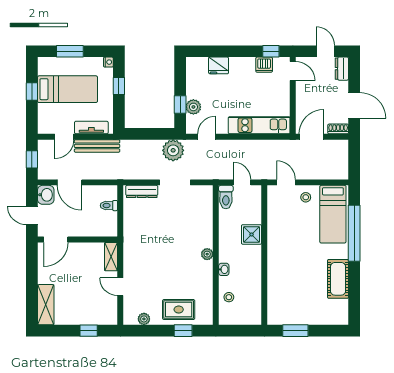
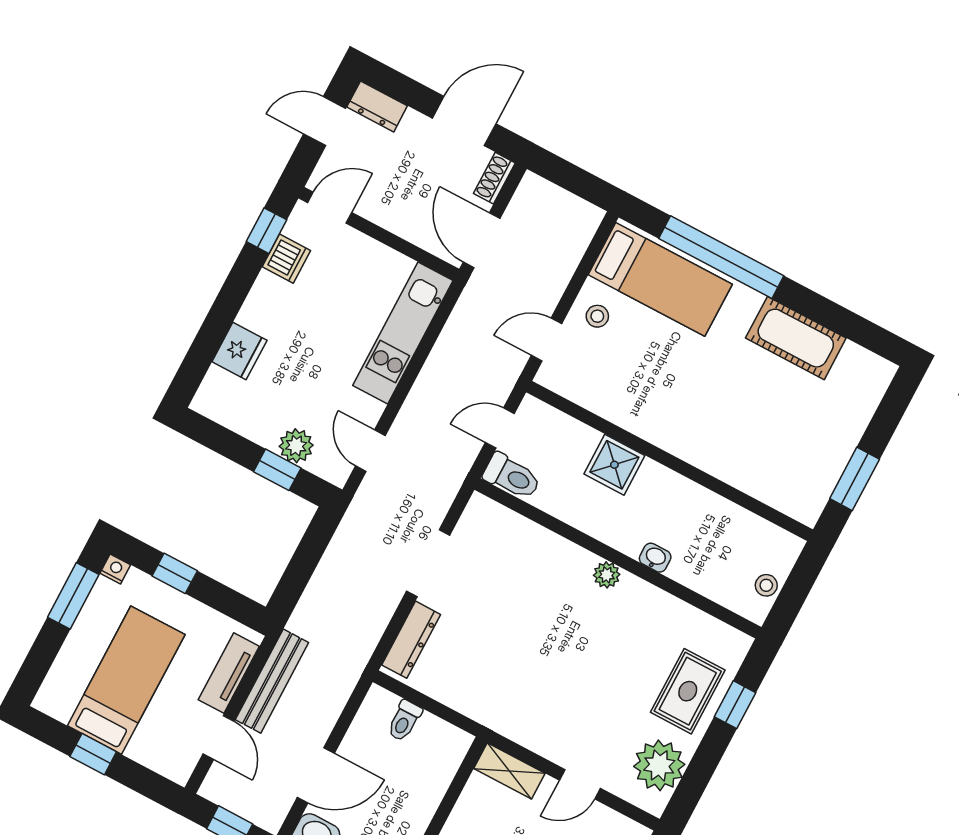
window: (70, 51) -> (73, 596), moved
plant: (173, 150) -> (362, 533), removed
stool: (229, 297) -> (766, 585), moved
plant: (144, 319) -> (659, 765), width x1.87, depth x1.87

